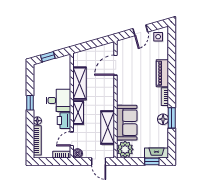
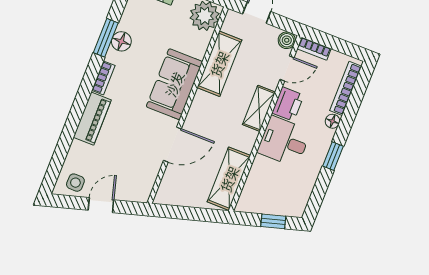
door: (116, 65) -> (172, 145), moved
shelving: (79, 83) -> (229, 179), moved
sofa: (127, 123) -> (174, 84), moved

